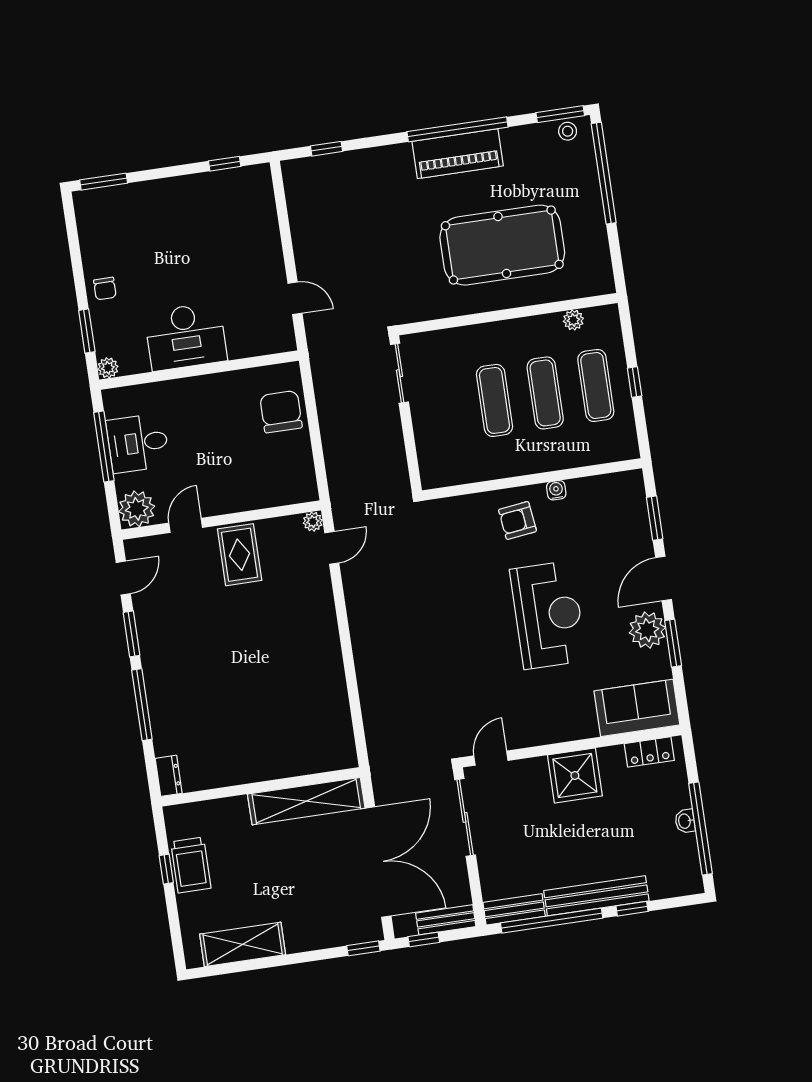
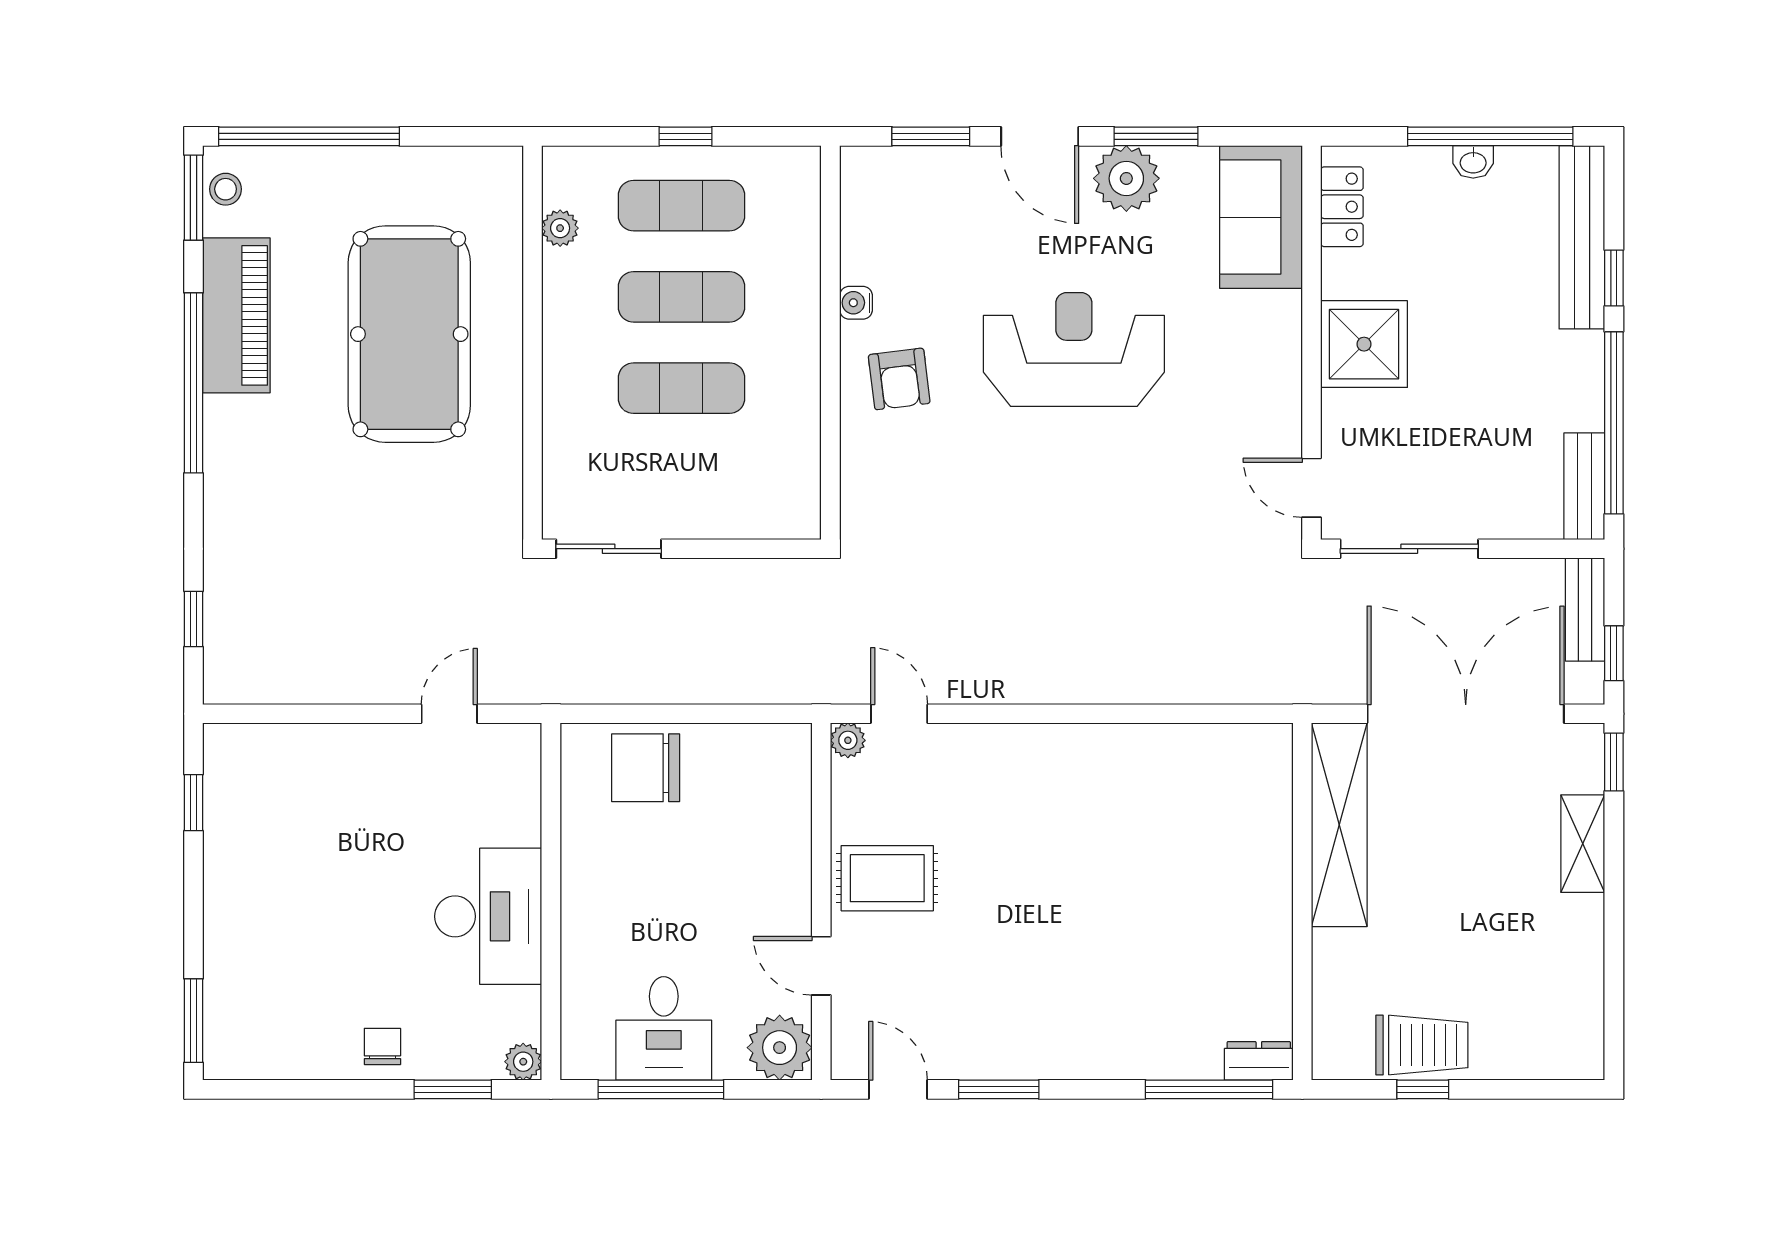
piano: (458, 154) -> (236, 315), moved
chair: (105, 289) -> (382, 1046), turned -90
window: (142, 705) -> (1209, 1089), moved
bench: (596, 896) -> (1582, 237), moved
shelving: (243, 944) -> (1583, 844), moved, width x0.67, depth x0.75

